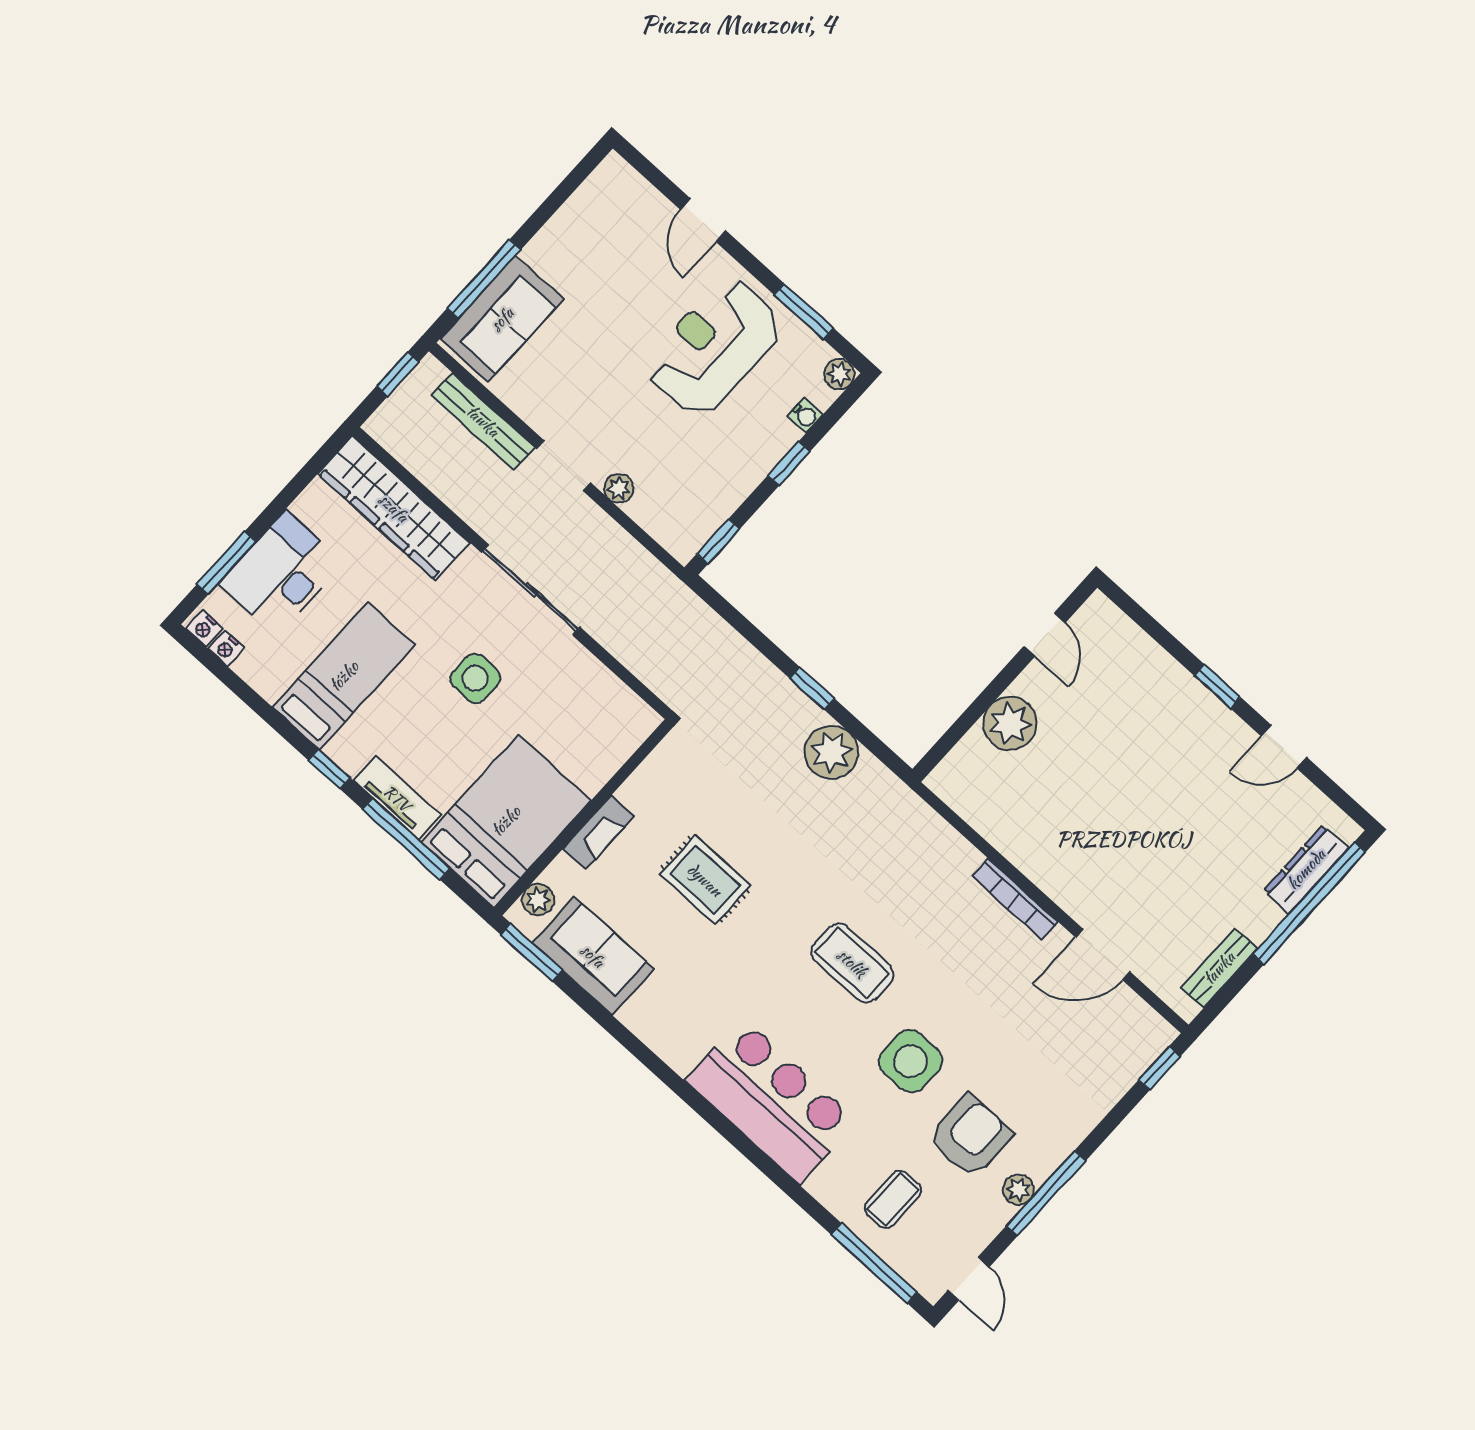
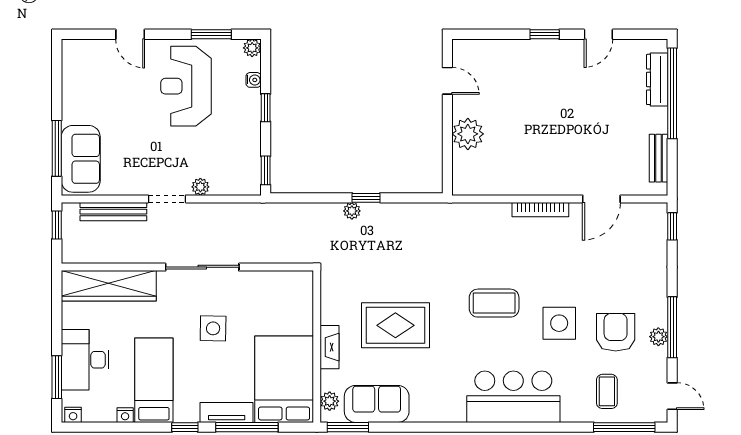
nightstand: (226, 648) -> (125, 415), moved
plant: (831, 752) -> (352, 211), moved, width x0.53, depth x0.53
rug: (705, 880) -> (395, 325), width x1.36, depth x1.43

